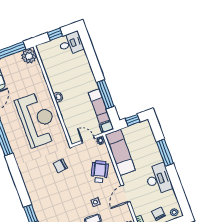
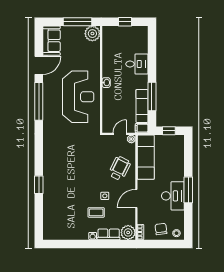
desk: (71, 43) -> (137, 64), moved
door: (88, 140) -> (120, 134), hinge flipped
window: (165, 153) -> (188, 190), moved
chair: (60, 166) -> (84, 149), removed

